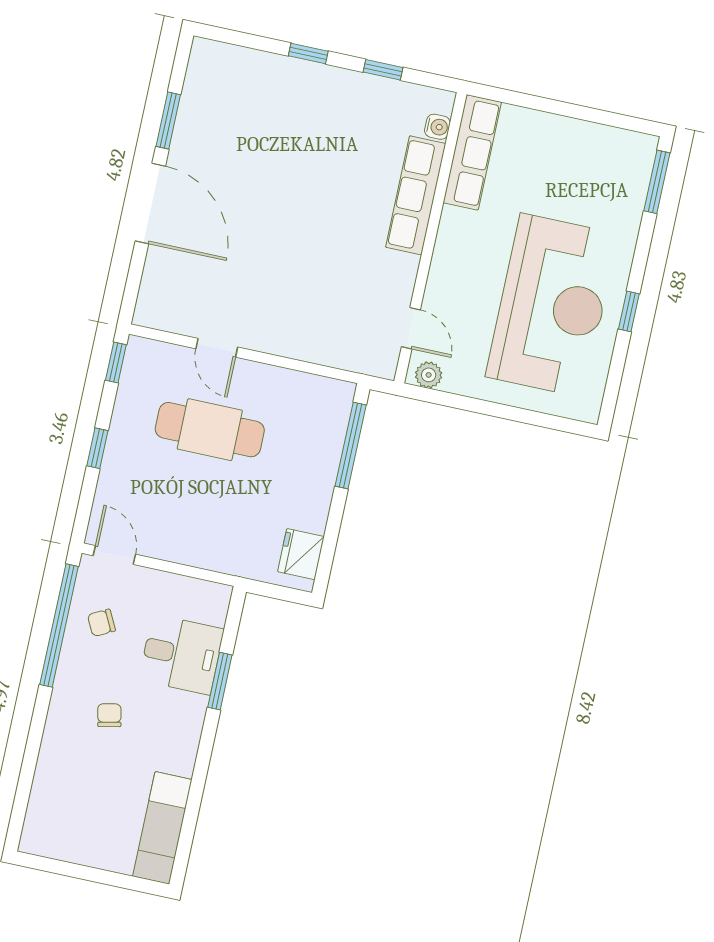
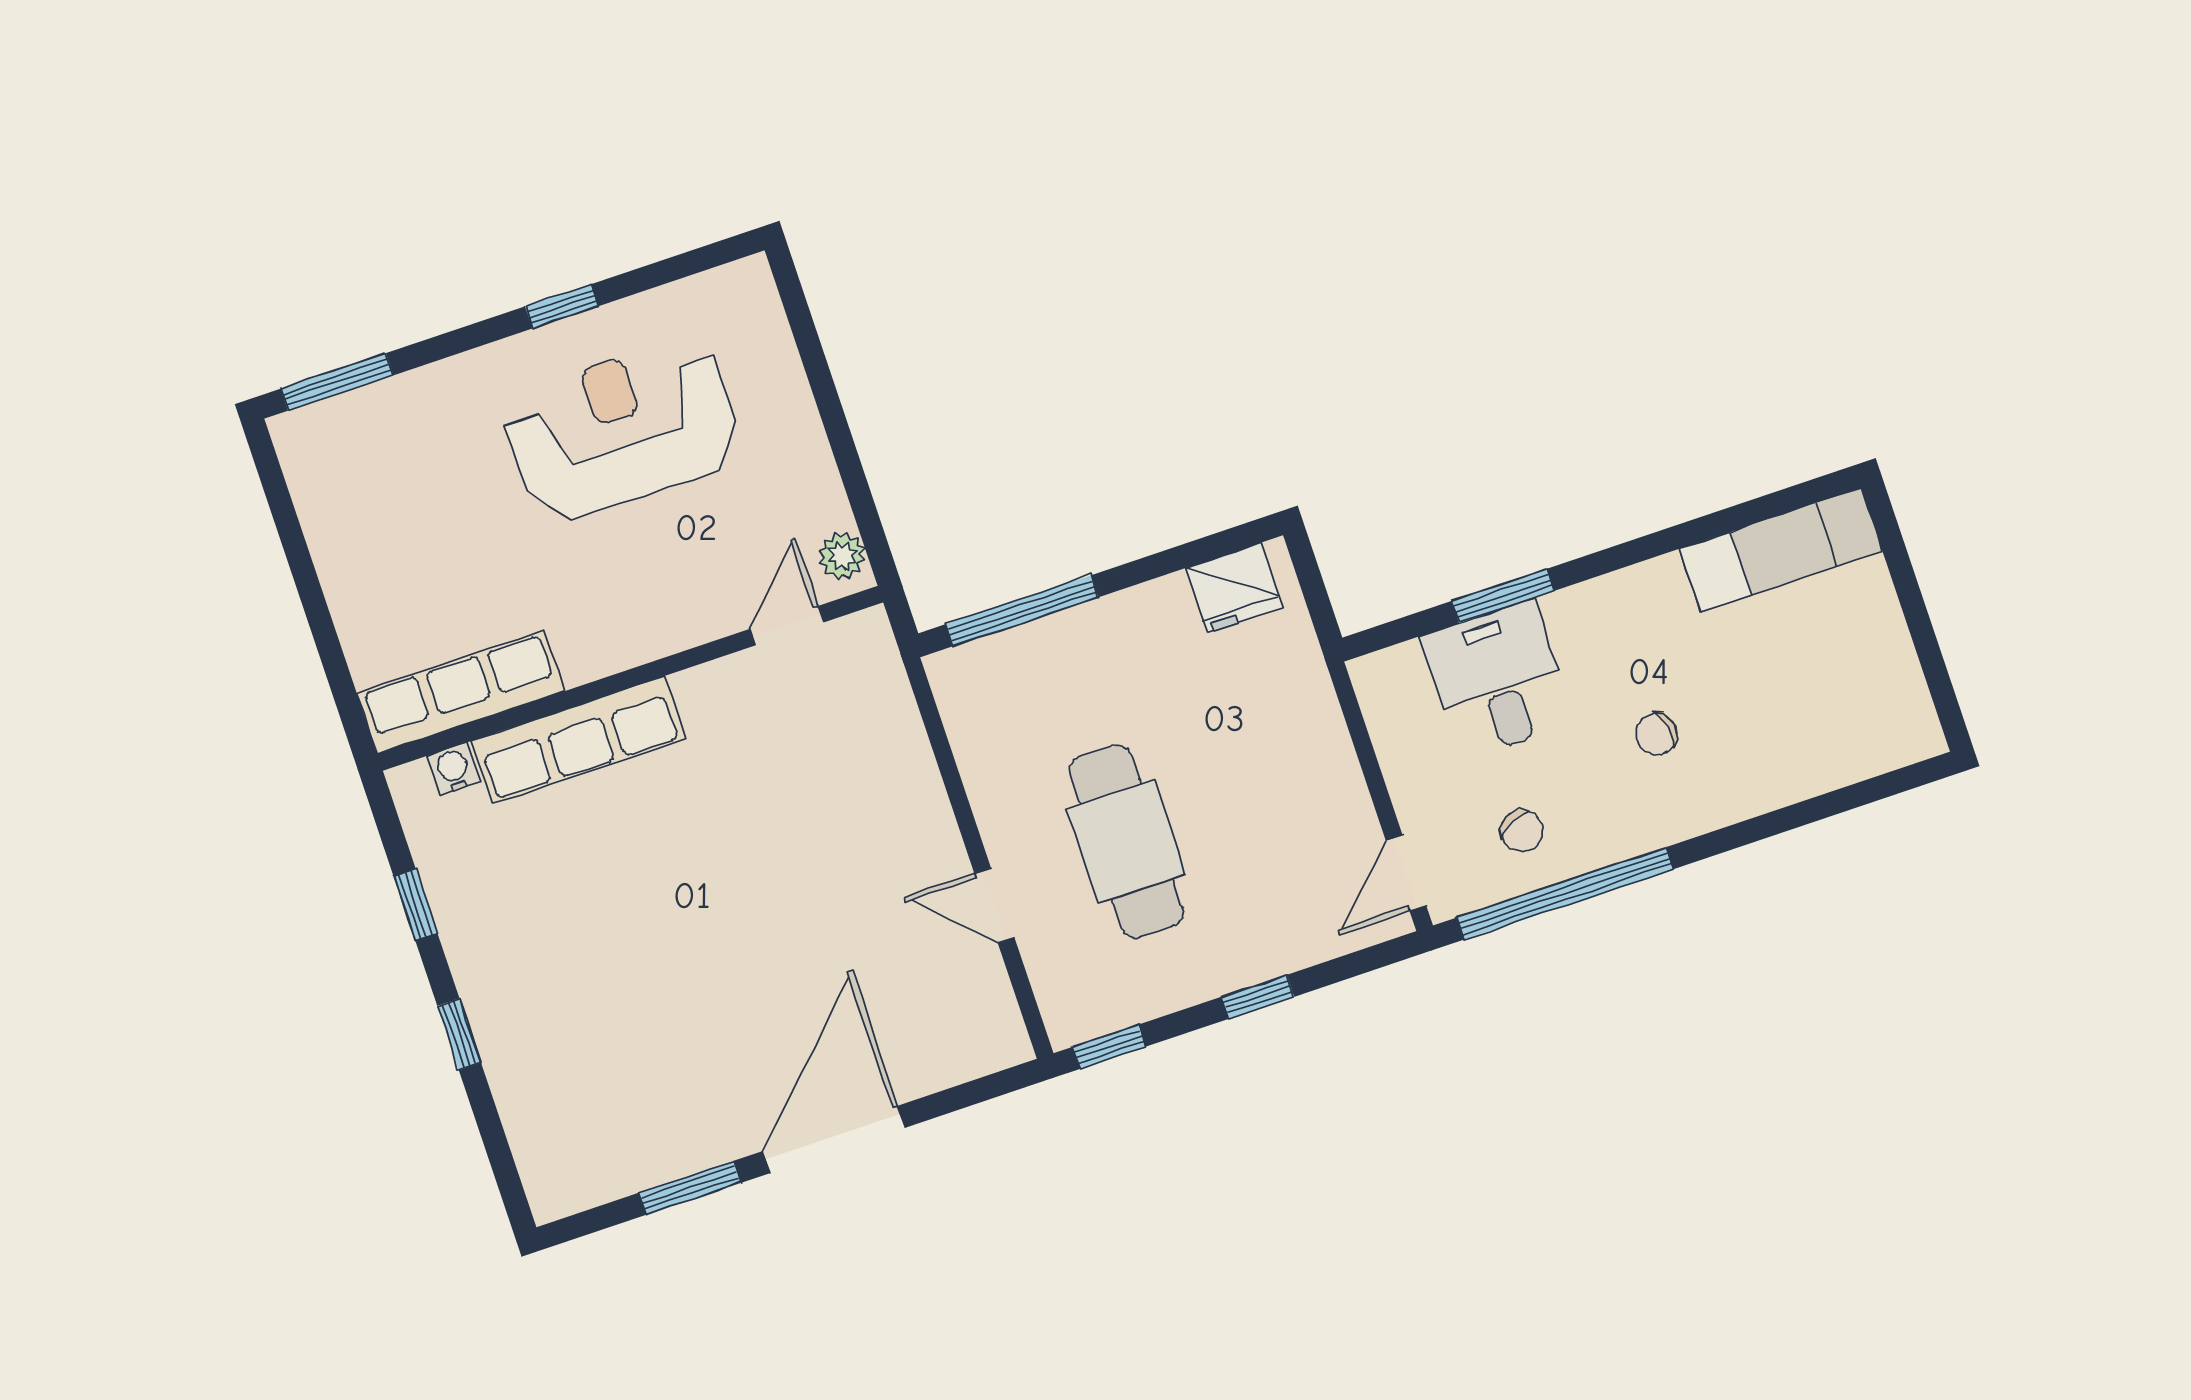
reception desk: (552, 305) -> (622, 430), width x0.74, depth x0.77
door: (217, 348) -> (994, 906), swing flipped

